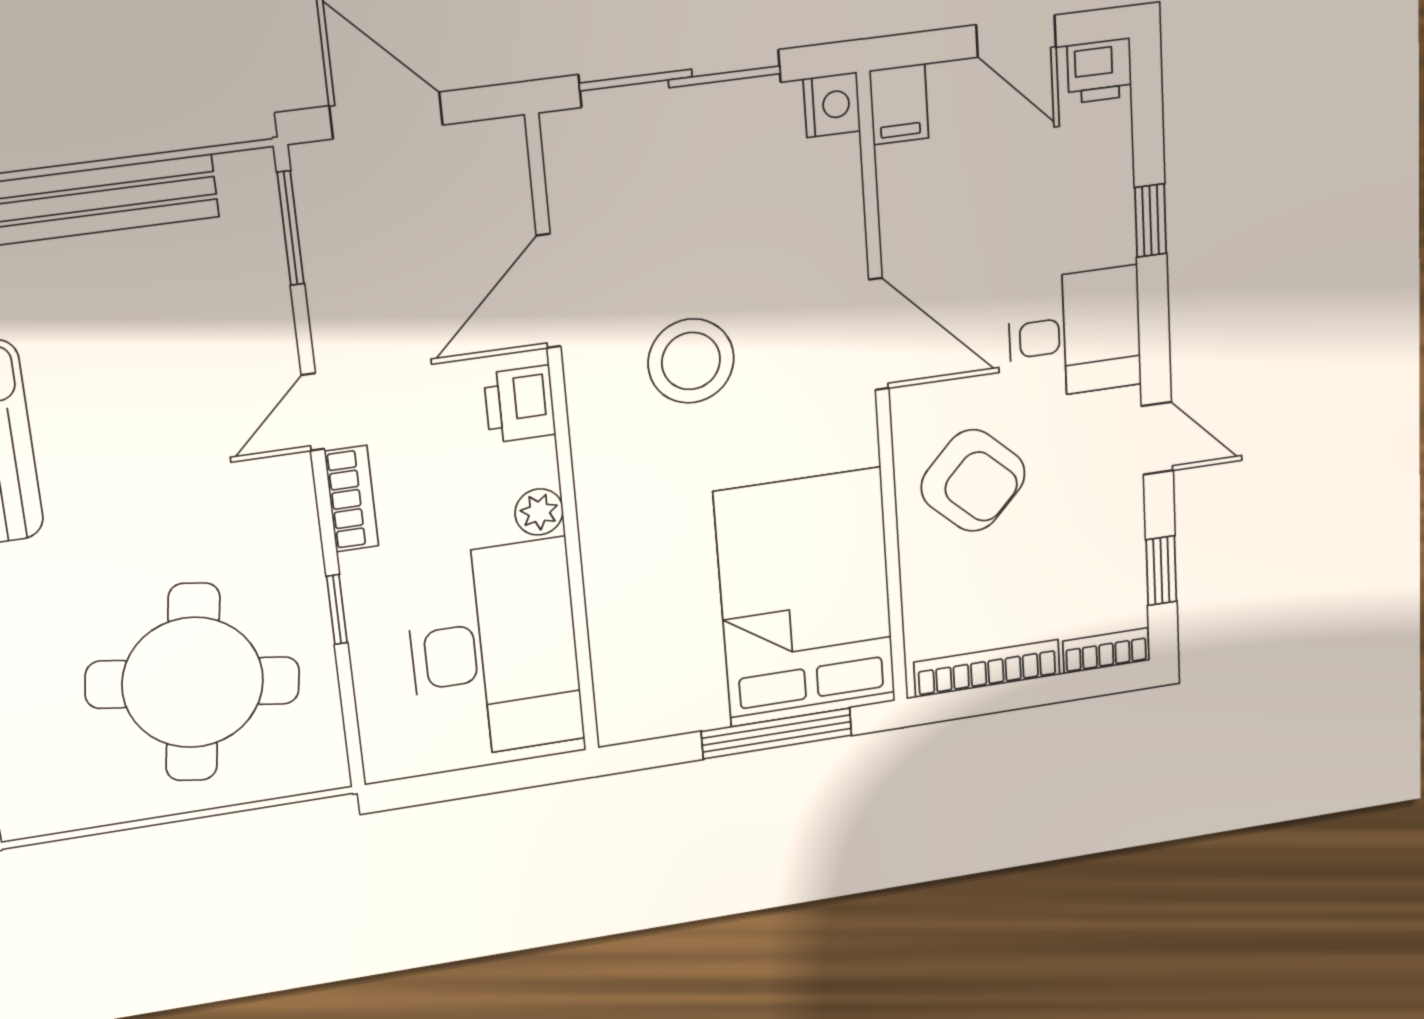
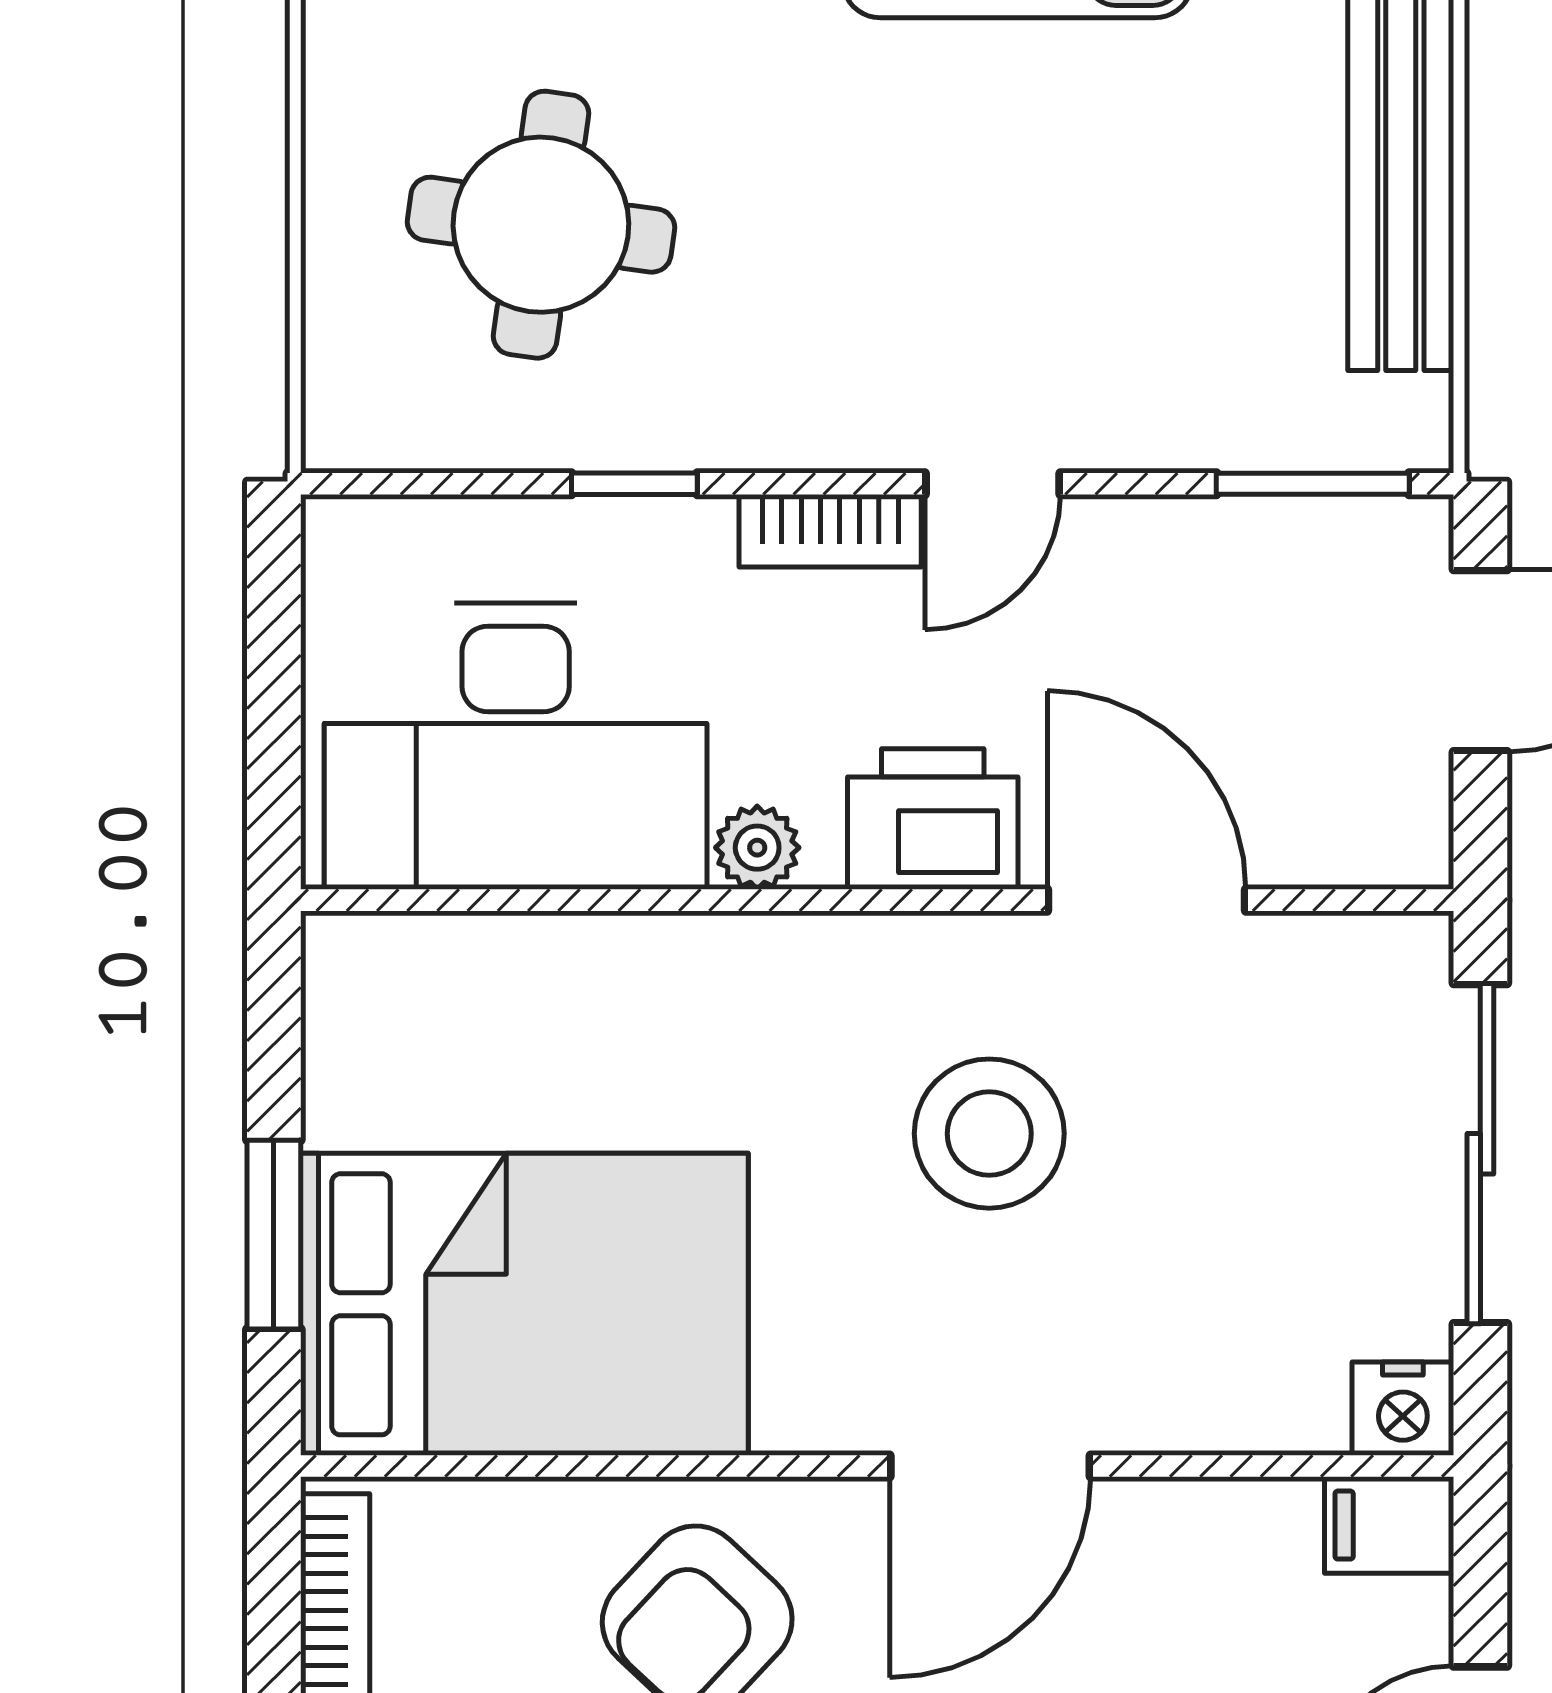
printer: (520, 404) -> (933, 819), width x1.36, depth x1.24
door: (313, 412) -> (993, 484), swing flipped
round table: (193, 683) -> (541, 225), width x0.73, depth x0.73
window: (777, 733) -> (274, 1235), width x0.69

